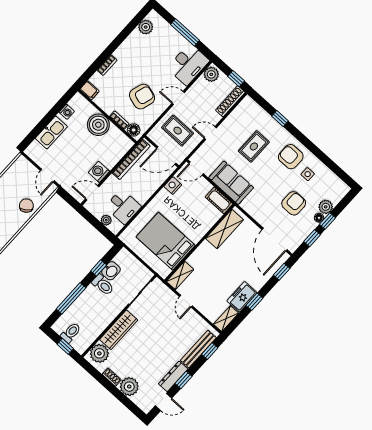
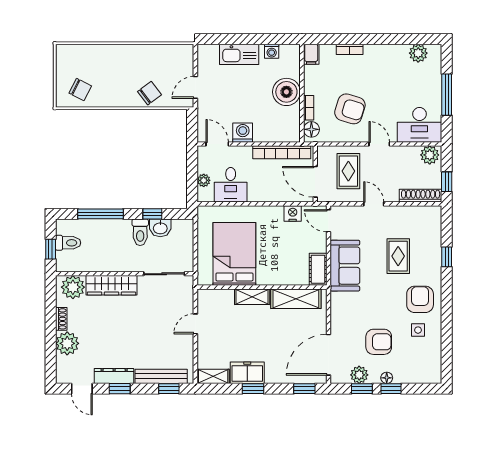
rug: (254, 146) -> (398, 256), turned 90
plant: (326, 207) -> (359, 375), moved
shelving: (180, 276) -> (252, 297), moved

